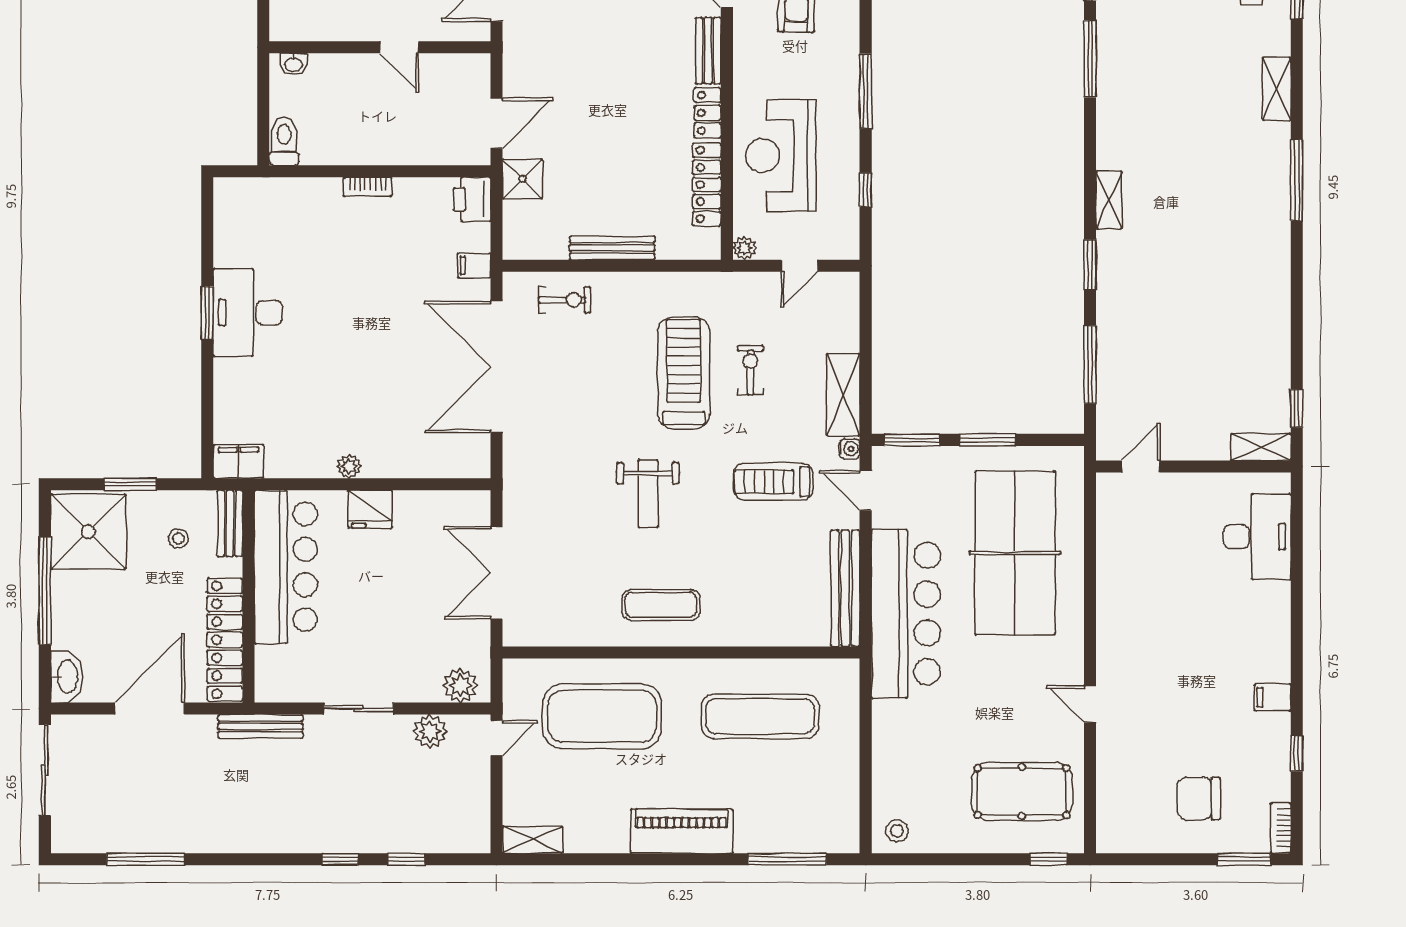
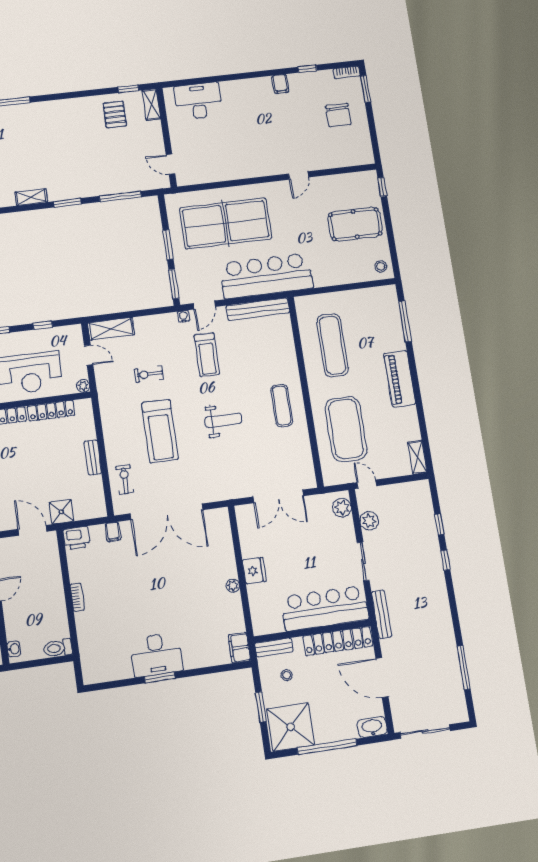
bench: (612, 248) -> (93, 457), width x0.73
treadmill: (684, 373) -> (160, 431), moved, turned -90
pallet: (1249, 376) -> (115, 114), added
shelving: (843, 395) -> (111, 329), moved
bar counter: (286, 567) -> (325, 608), moved
pool table: (1022, 792) -> (355, 224), moved, turned 90

